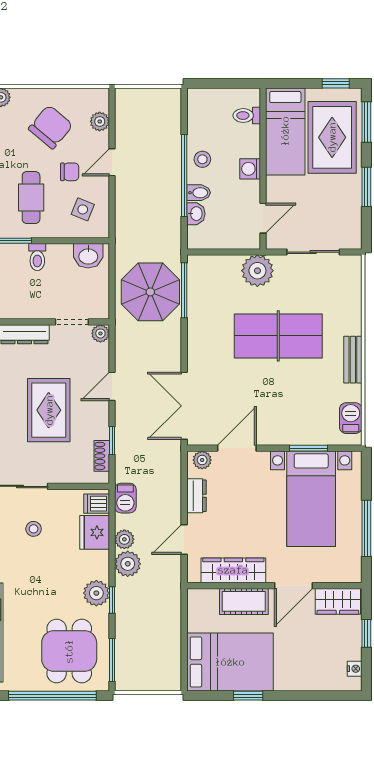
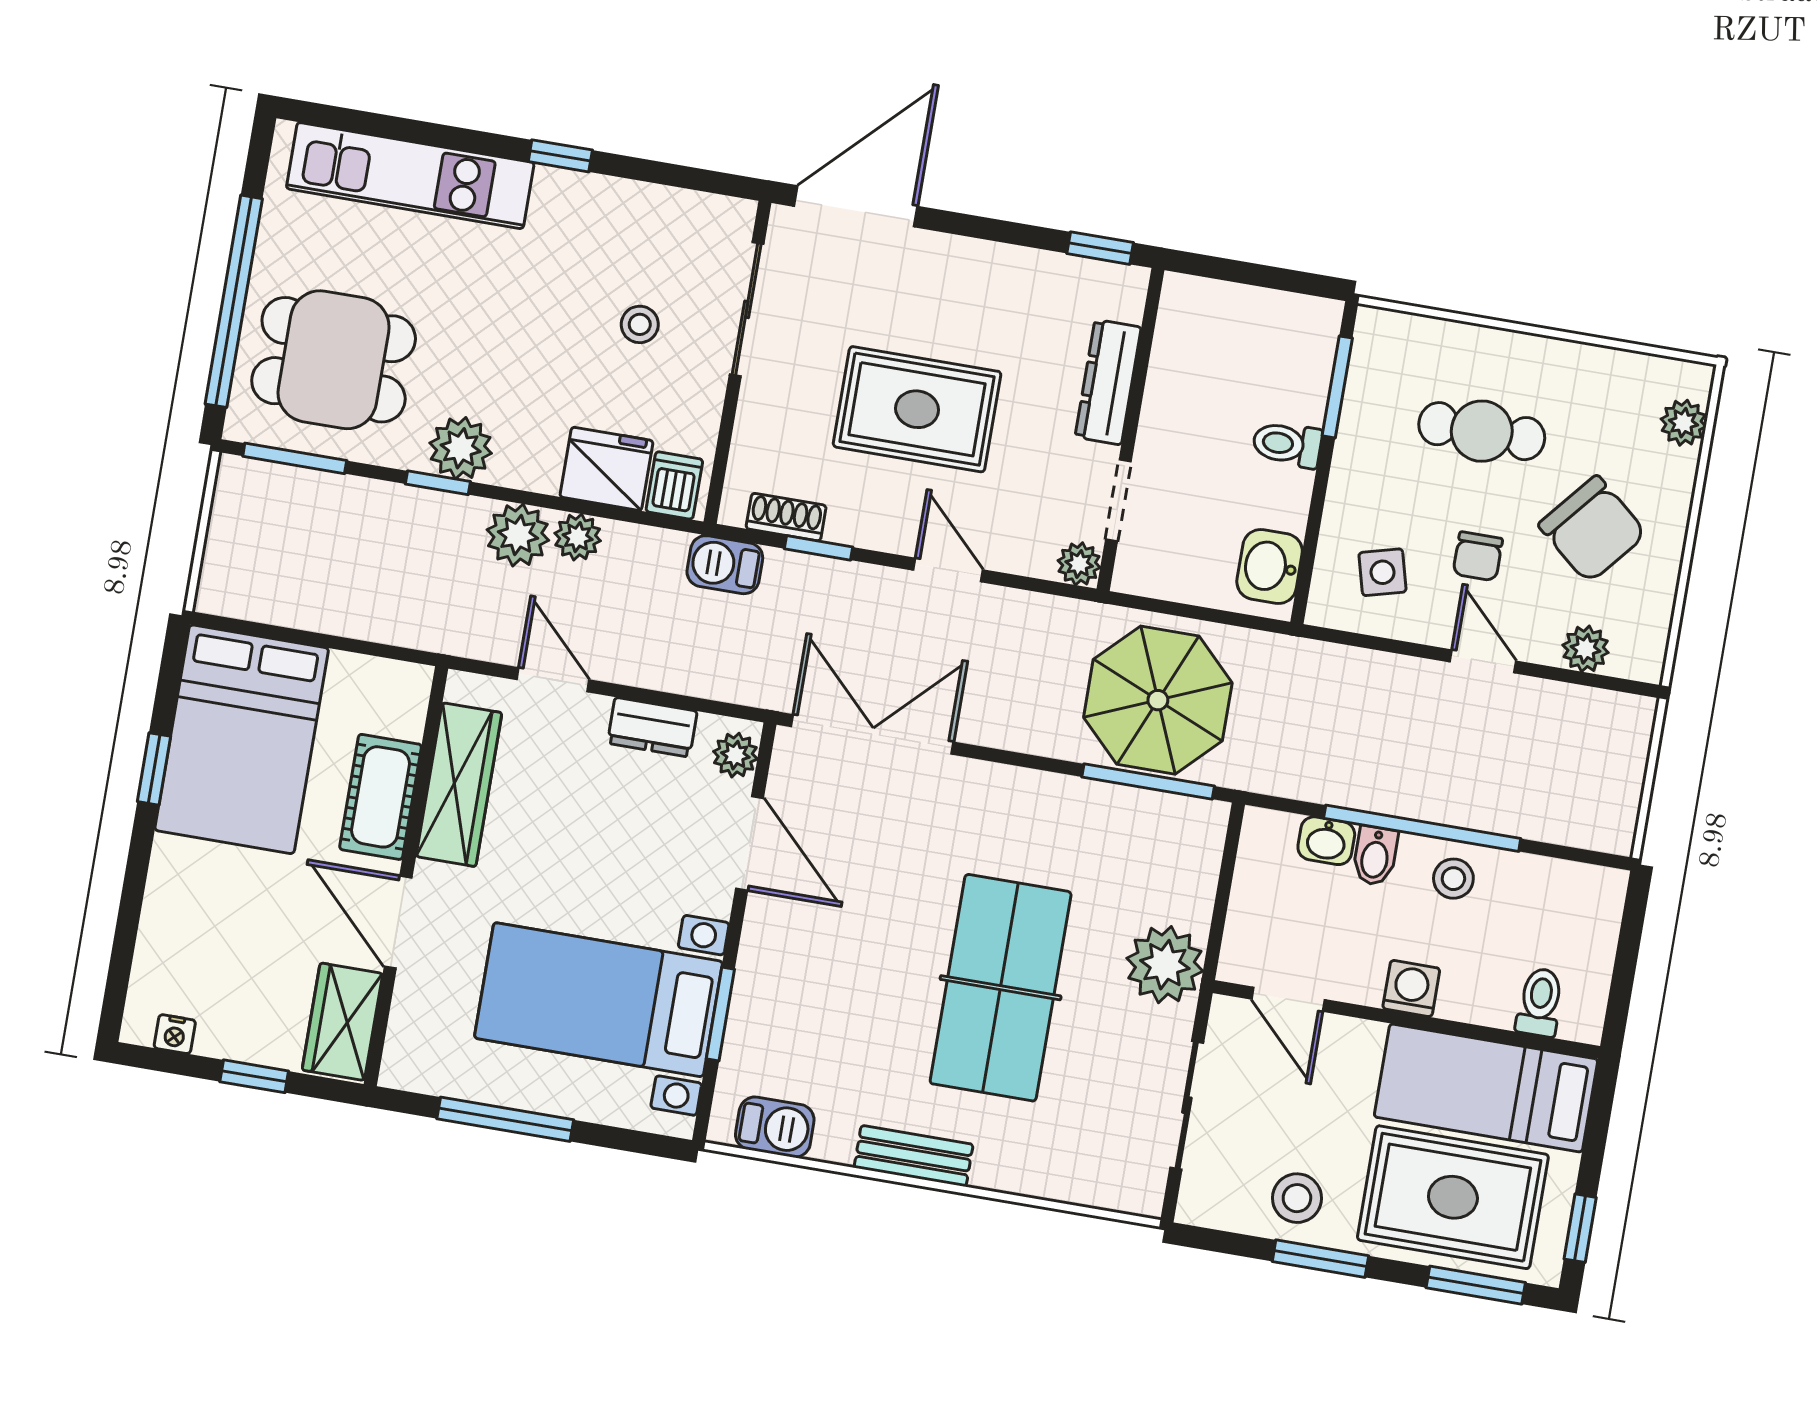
cafe table: (31, 198) -> (1482, 431), moved
stool: (343, 201) -> (1297, 1198), added
side table: (83, 209) -> (1383, 572), turned -37
barbecue: (125, 498) -> (725, 565), moved

